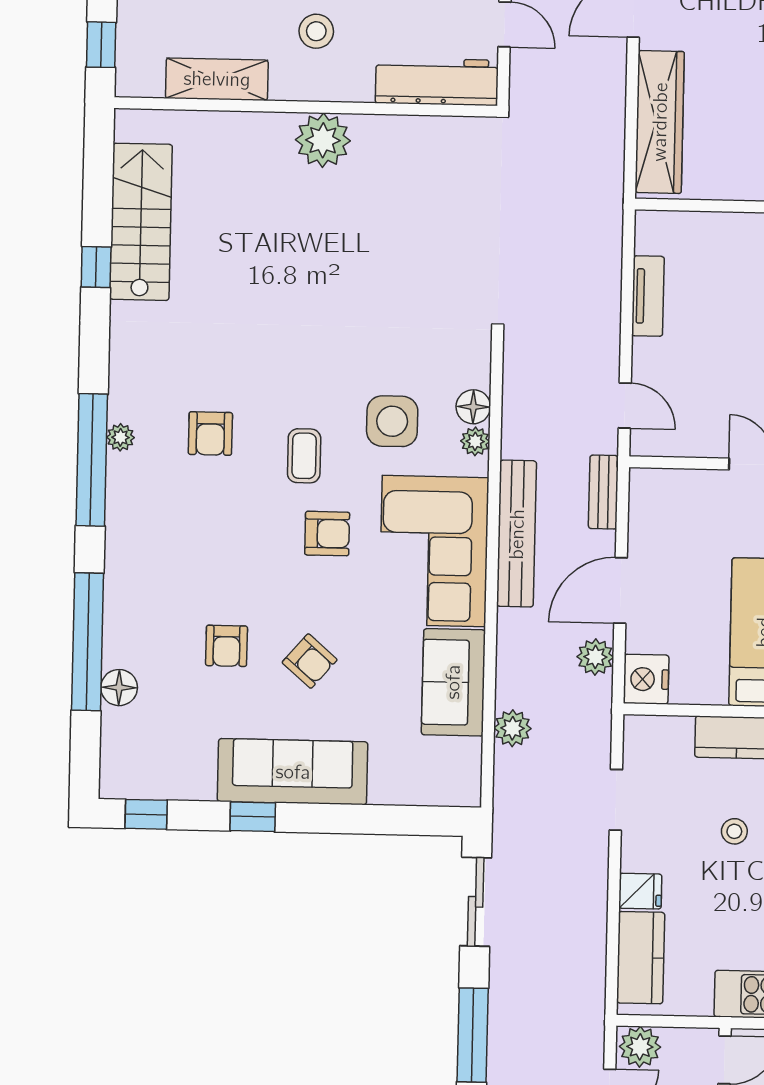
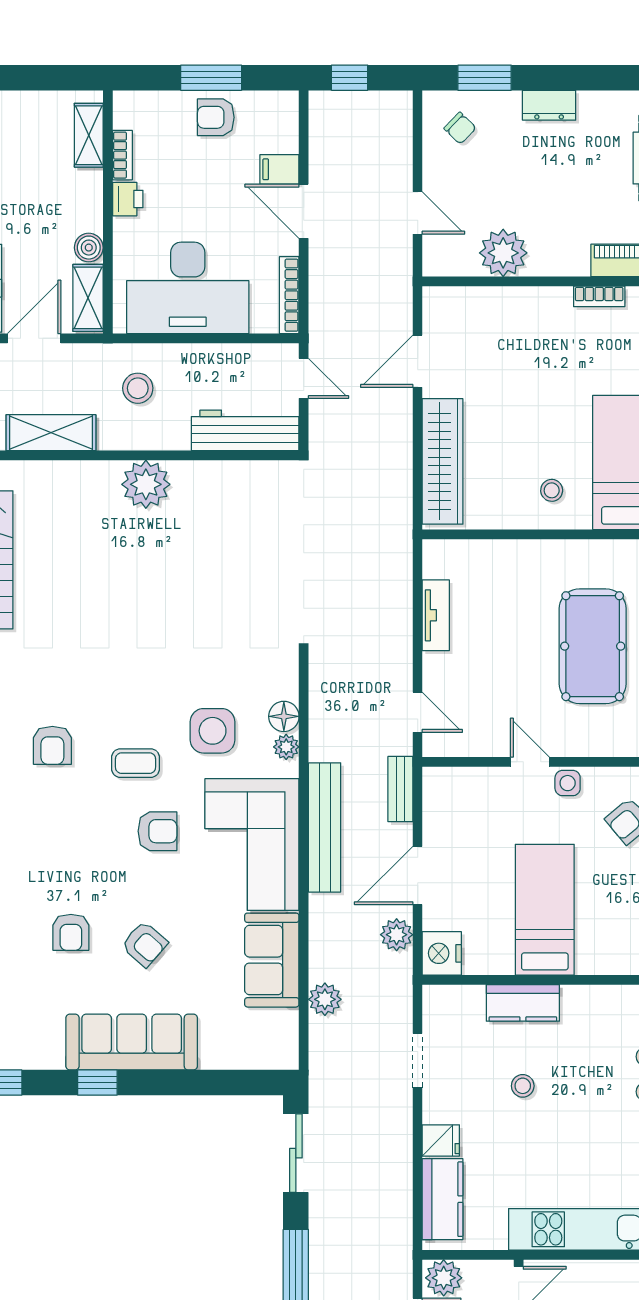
coffee table: (304, 456) -> (136, 763), turned 90

